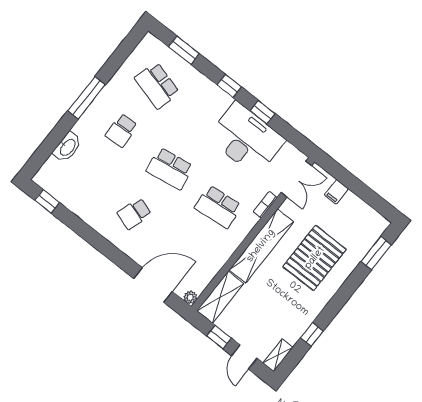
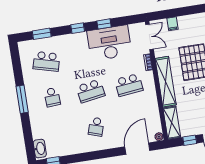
washbasin: (67, 147) -> (40, 149), moved

